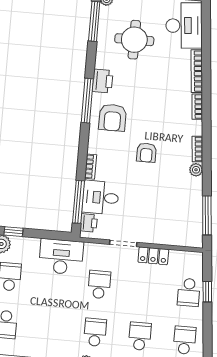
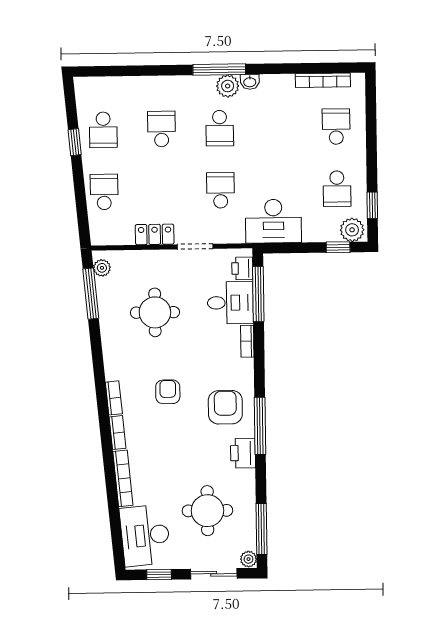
bookcase: (197, 149) -> (114, 398), moved
armchair: (146, 153) -> (168, 392), moved
plant: (196, 170) -> (102, 268), moved
round table: (159, 196) -> (155, 312), added
school desk: (99, 285) -> (221, 190), turned 180
window: (207, 292) -> (75, 142), moved
school desk: (140, 336) -> (161, 129), turned 180

